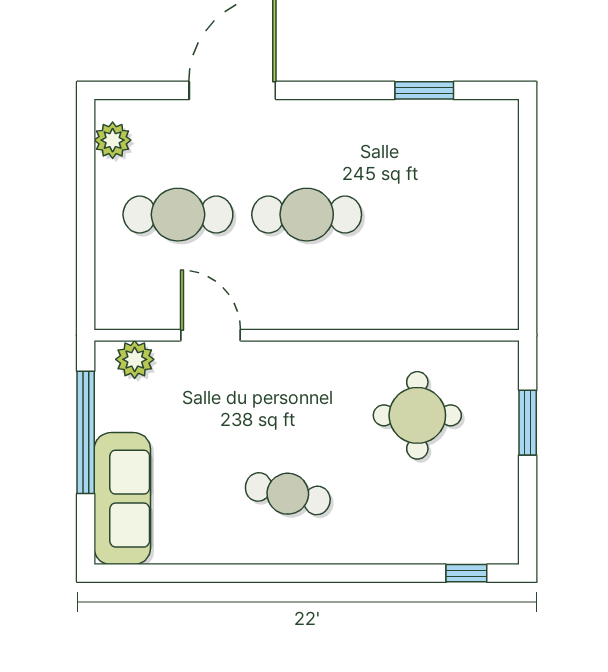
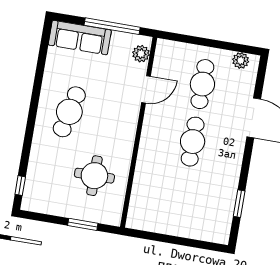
cafe table: (288, 494) -> (69, 112), width x1.37, depth x1.35

